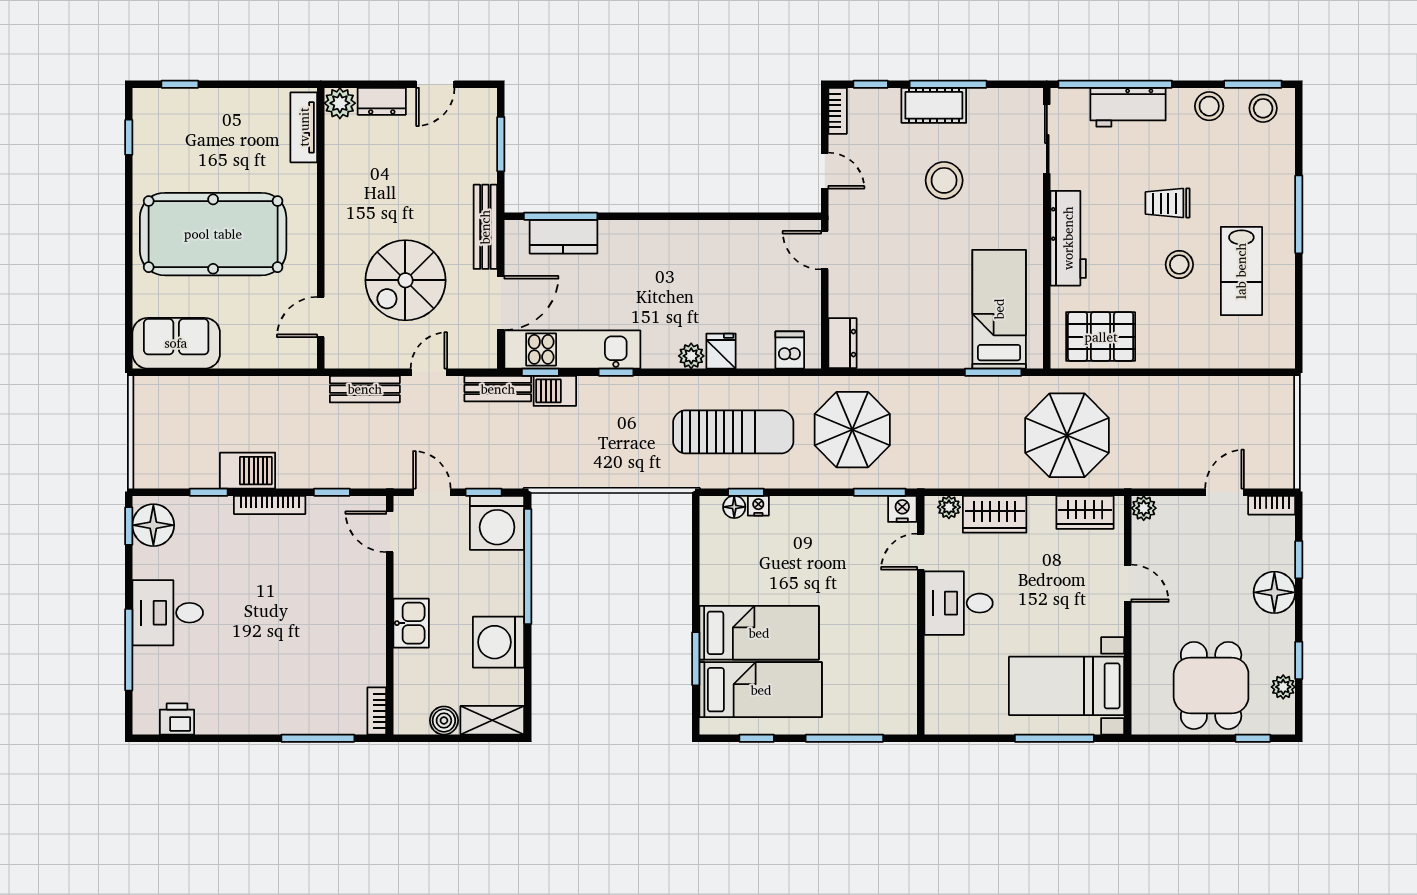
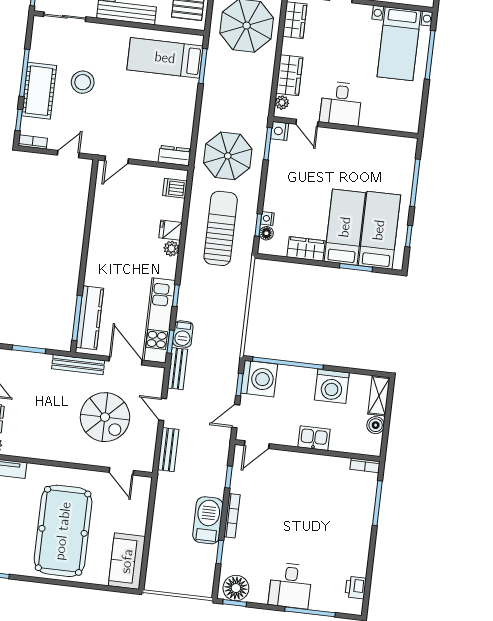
cot: (934, 105) -> (39, 91), width x1.37, depth x1.34
kitchen counter: (563, 237) -> (90, 318), width x1.50
barbecue: (248, 471) -> (208, 520), width x1.37, depth x1.21
wardrobe: (716, 574) -> (306, 249), added

